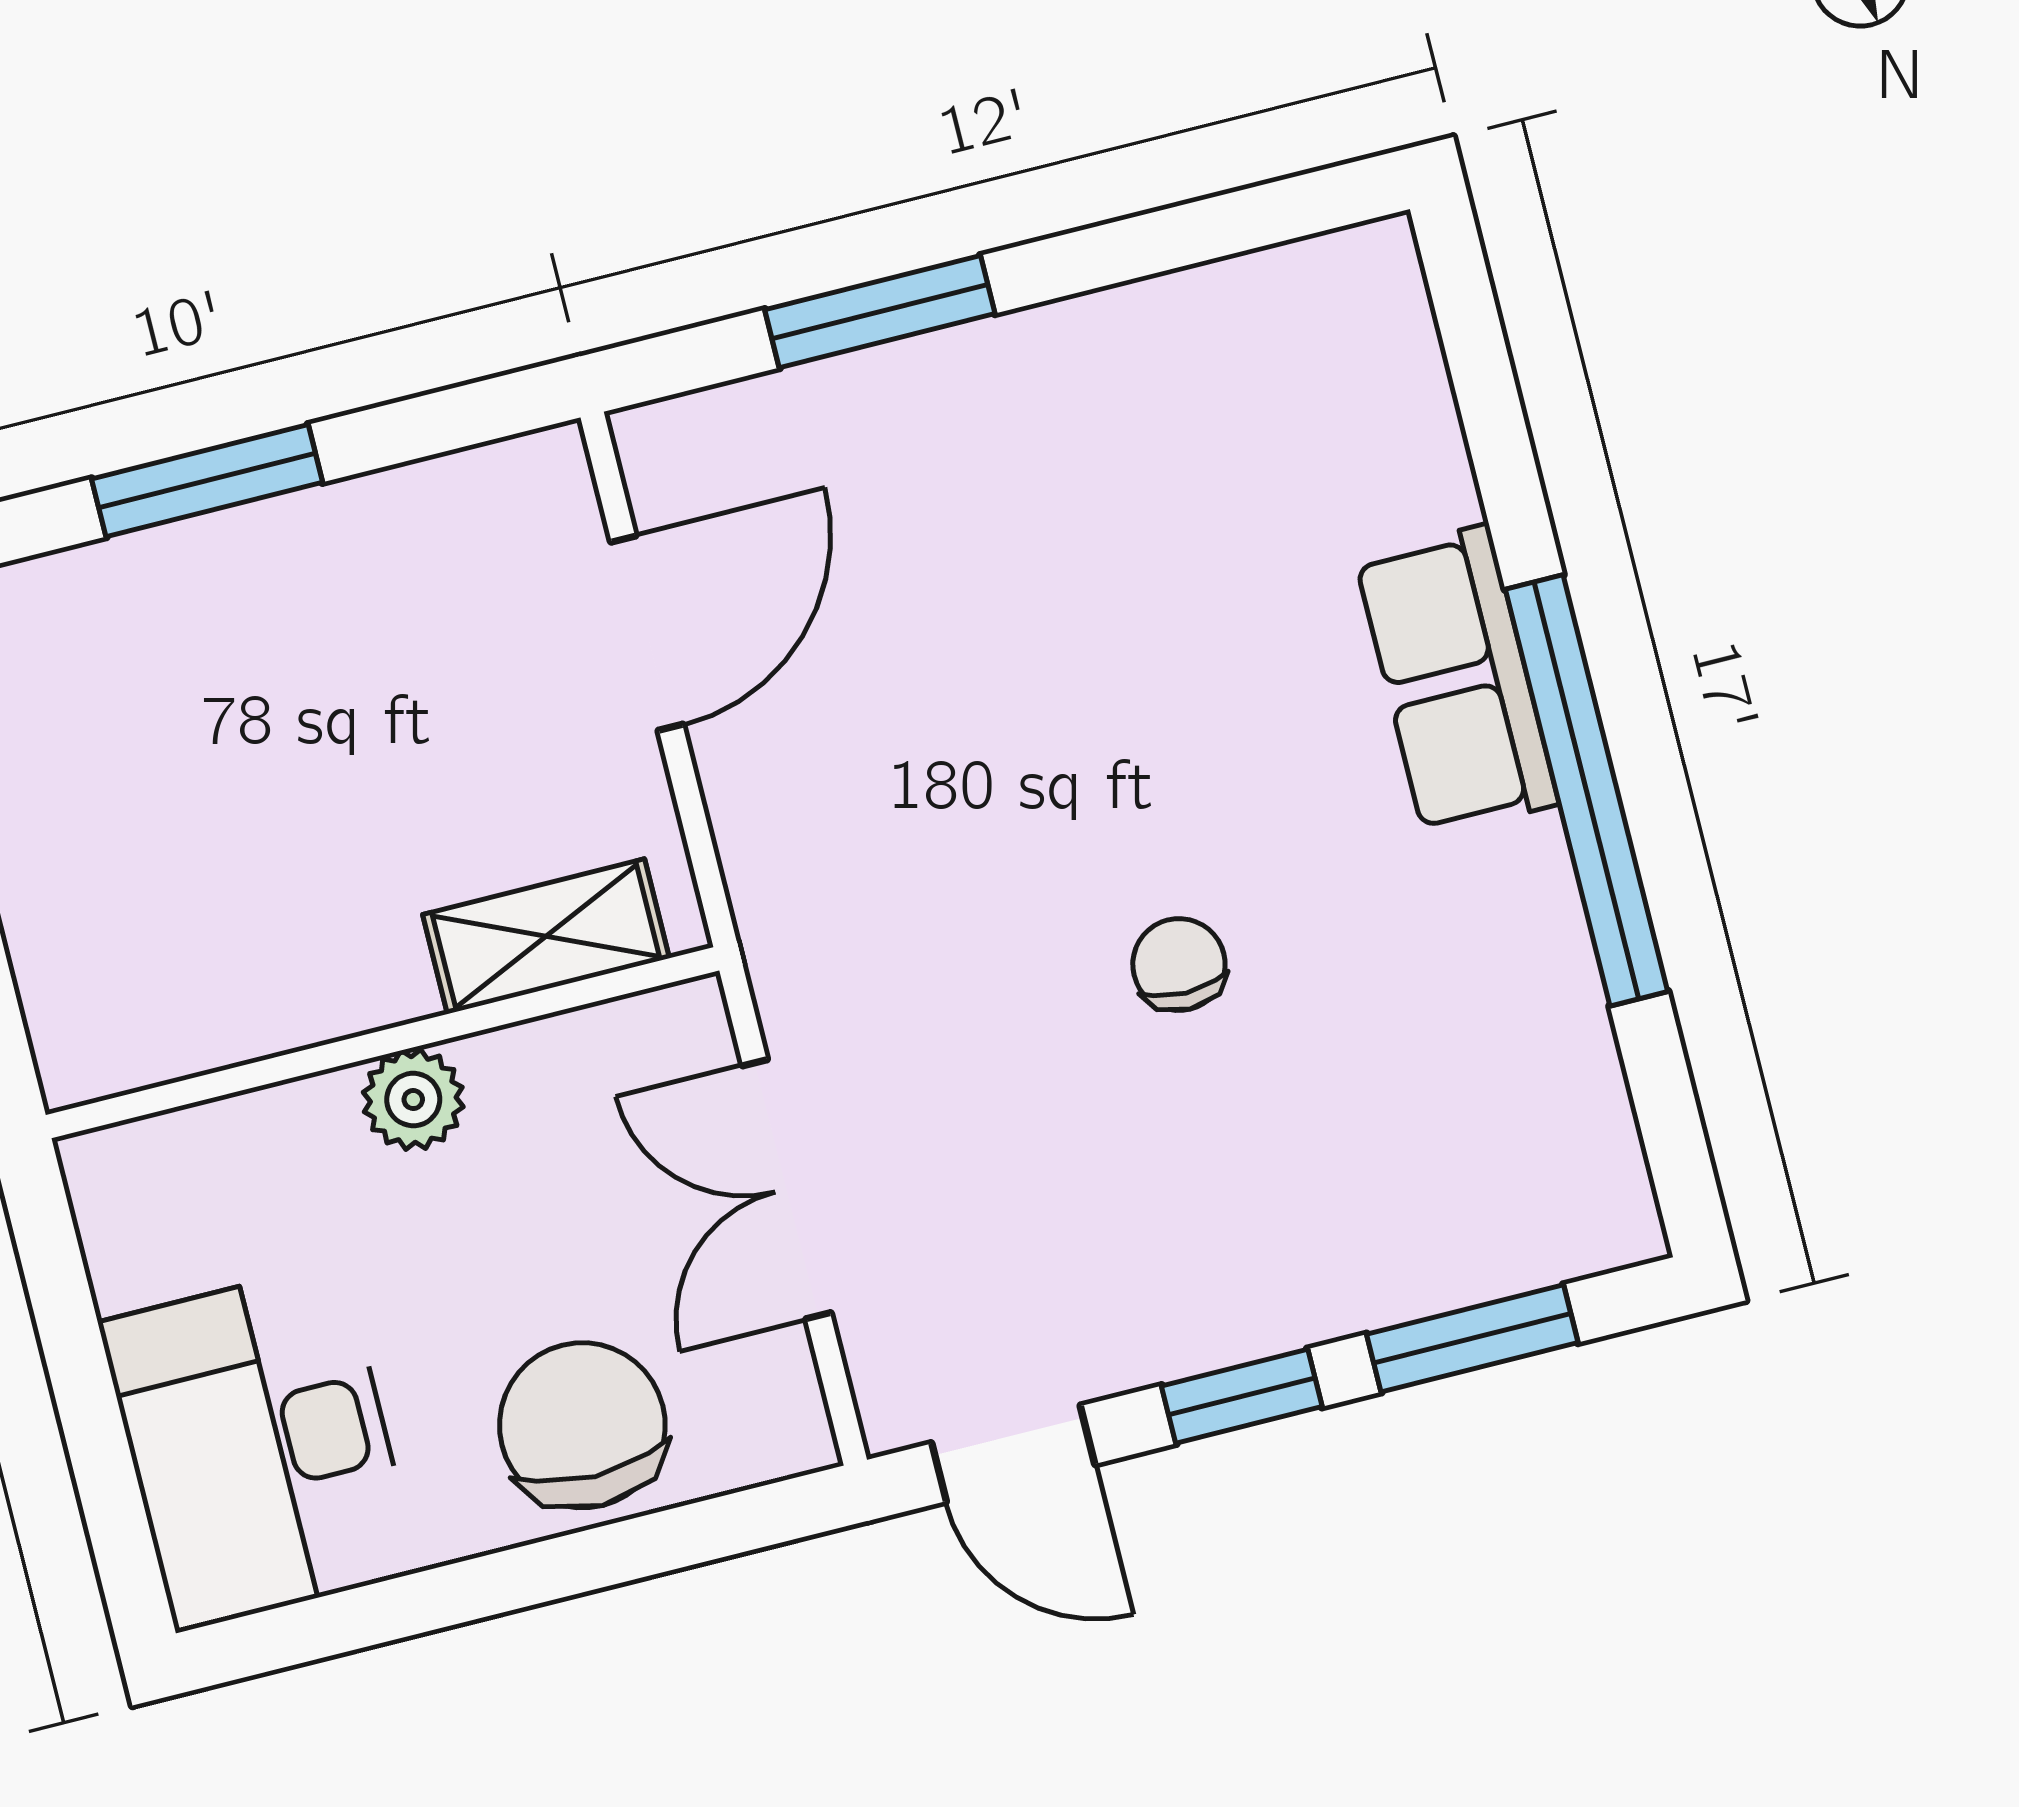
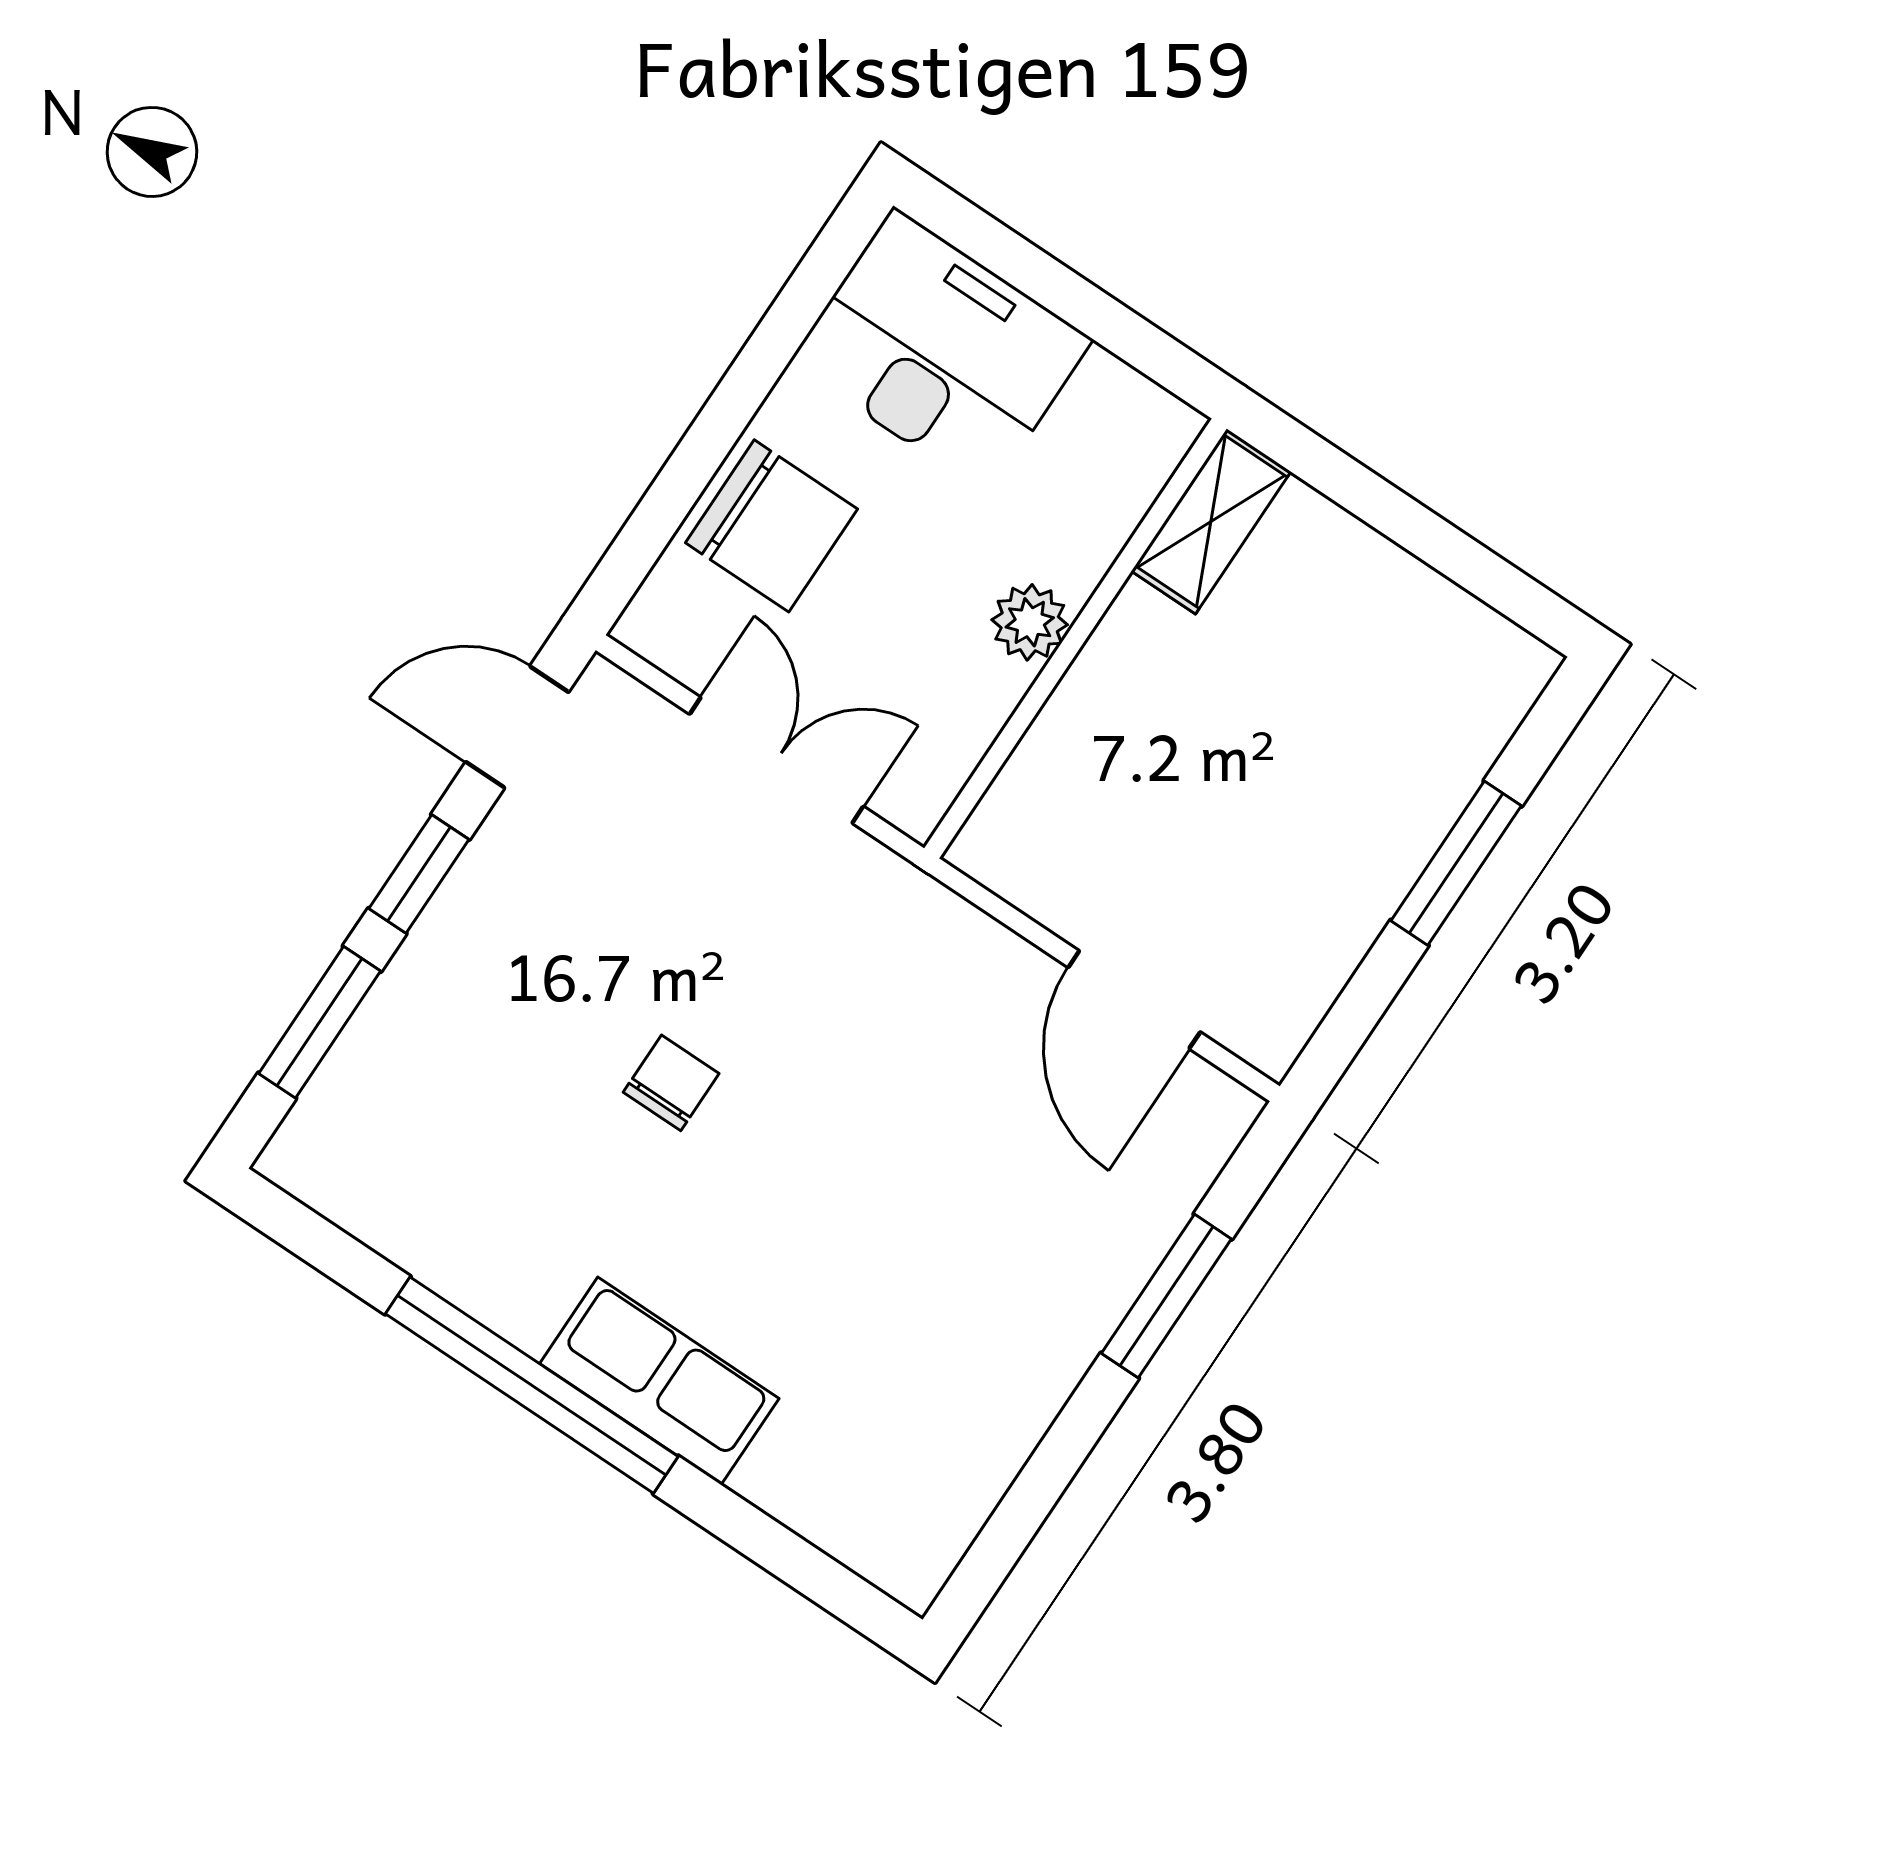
shelving: (546, 936) -> (1211, 521), moved
chair: (1179, 965) -> (671, 1083), turned -90

